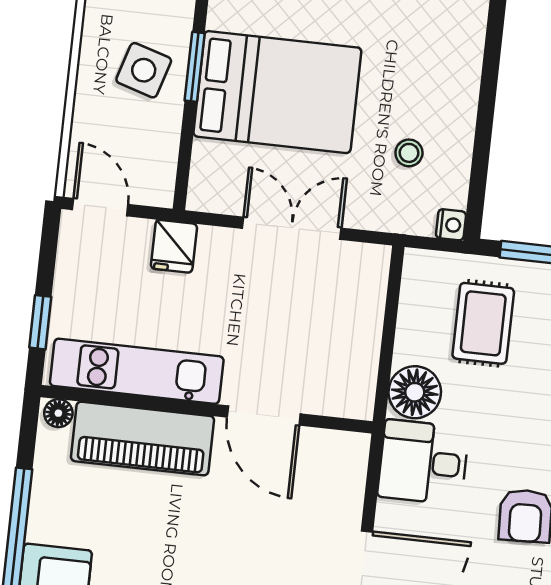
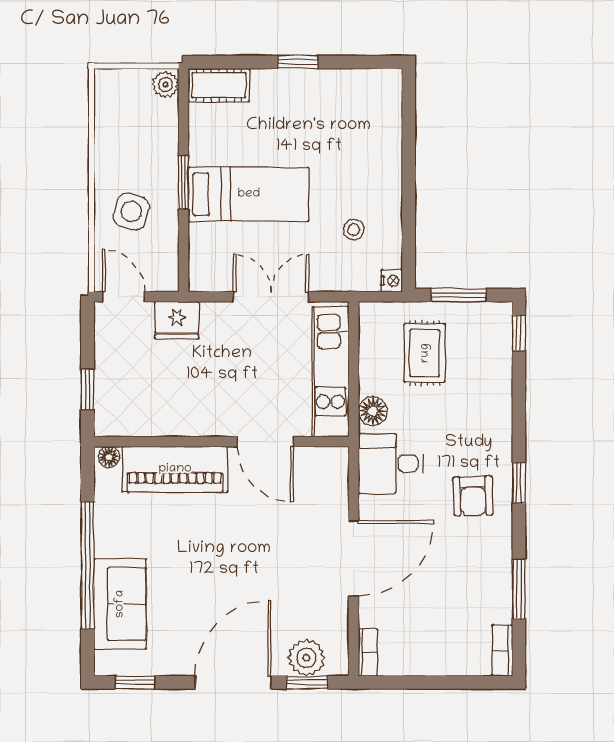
side table: (144, 70) -> (131, 211), moved
bed: (277, 92) -> (249, 194), width x0.67
fridge: (174, 246) -> (177, 320), width x1.38
kitchen unit: (137, 371) -> (330, 372), moved, turned -90
floor lamp: (415, 392) -> (373, 411), width x0.73, depth x0.73

